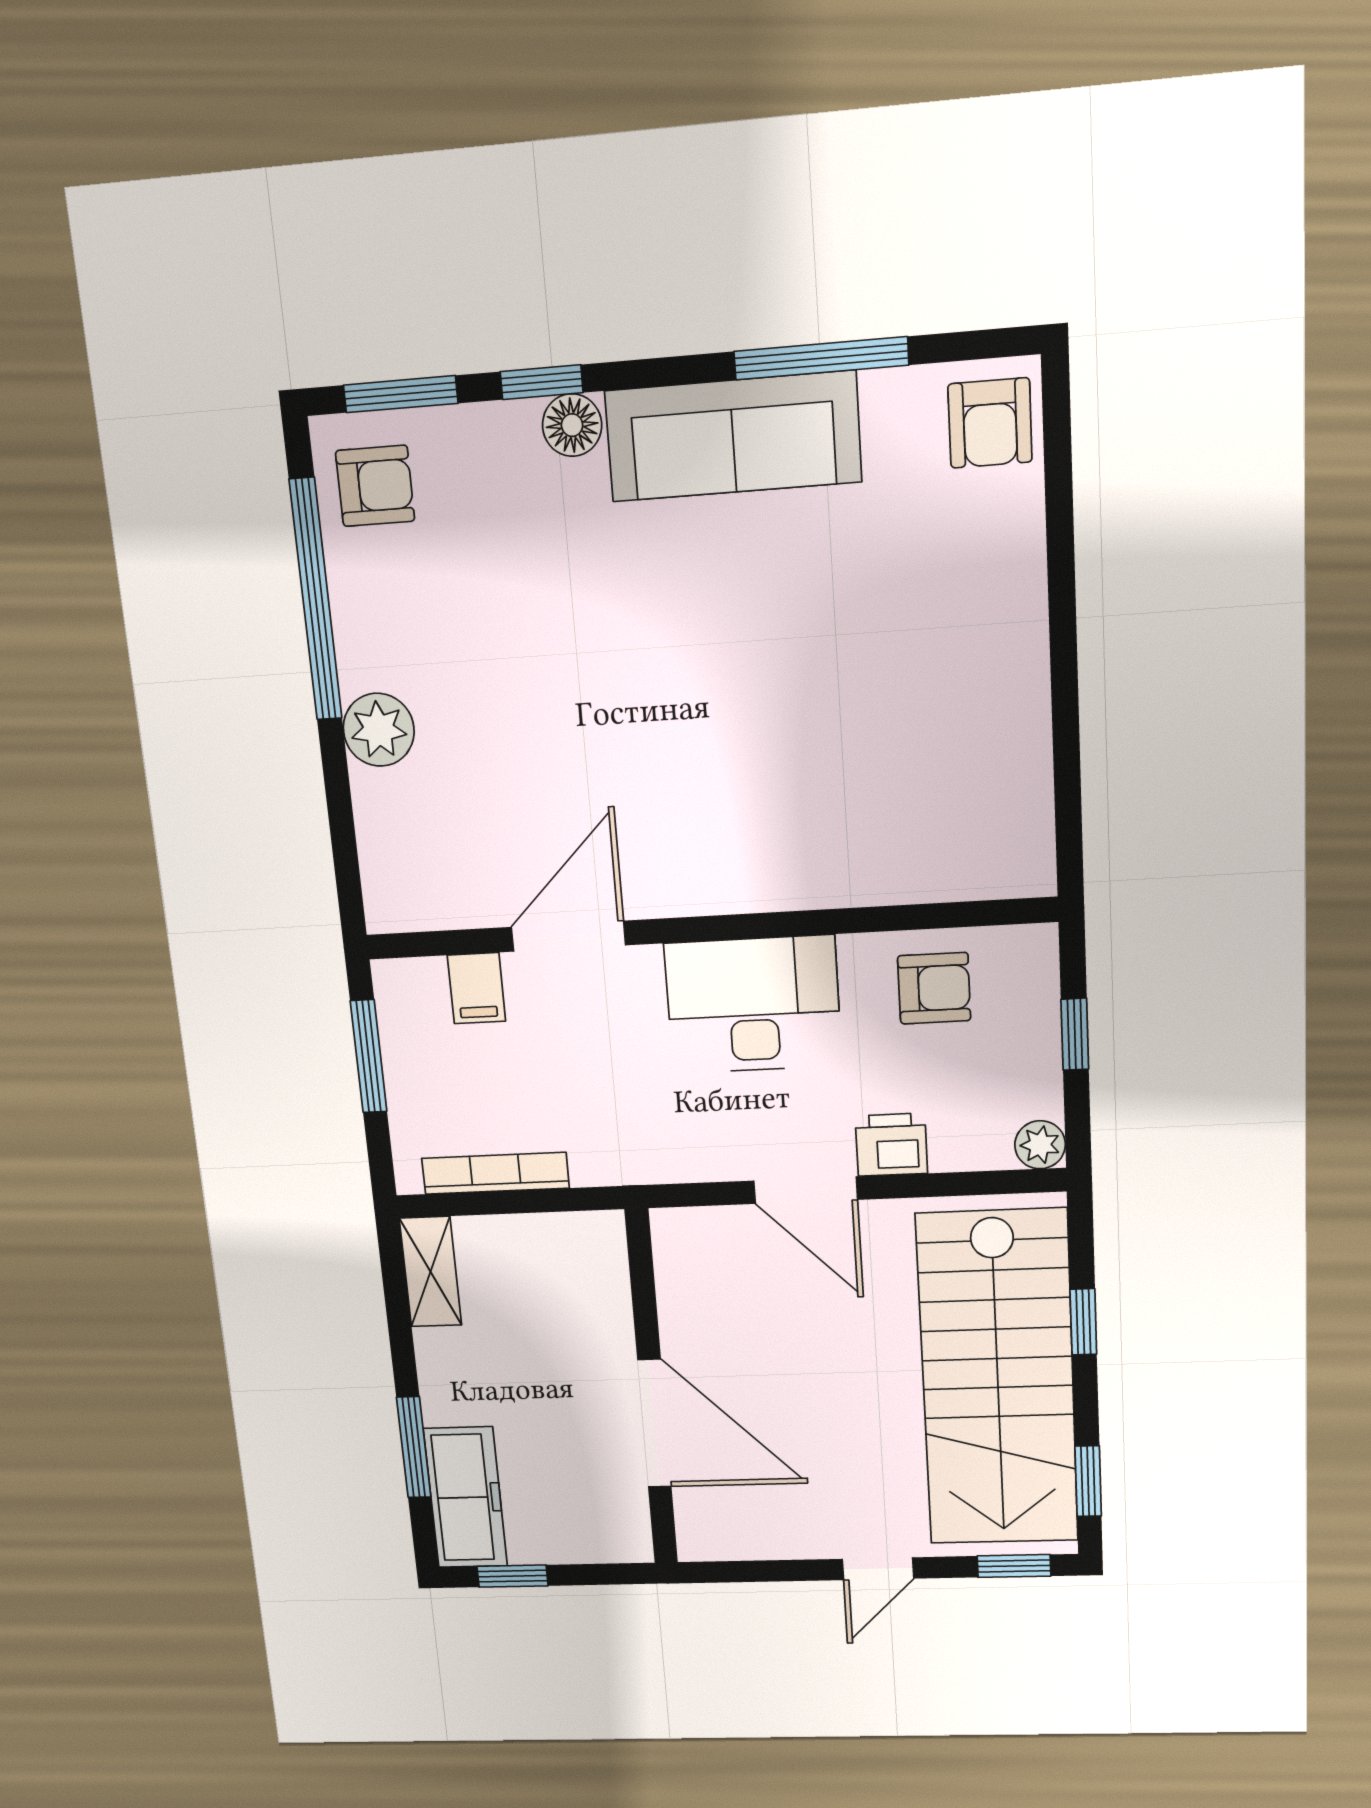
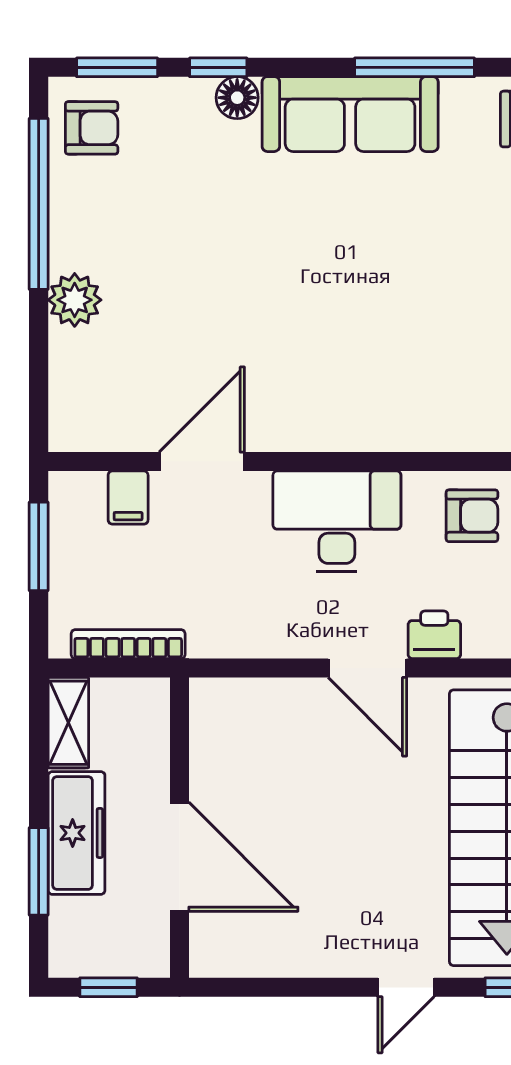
wall: (652, 1390) -> (179, 828), moved
door: (655, 1424) -> (179, 857), moved
freezer: (465, 1498) -> (77, 833), moved

